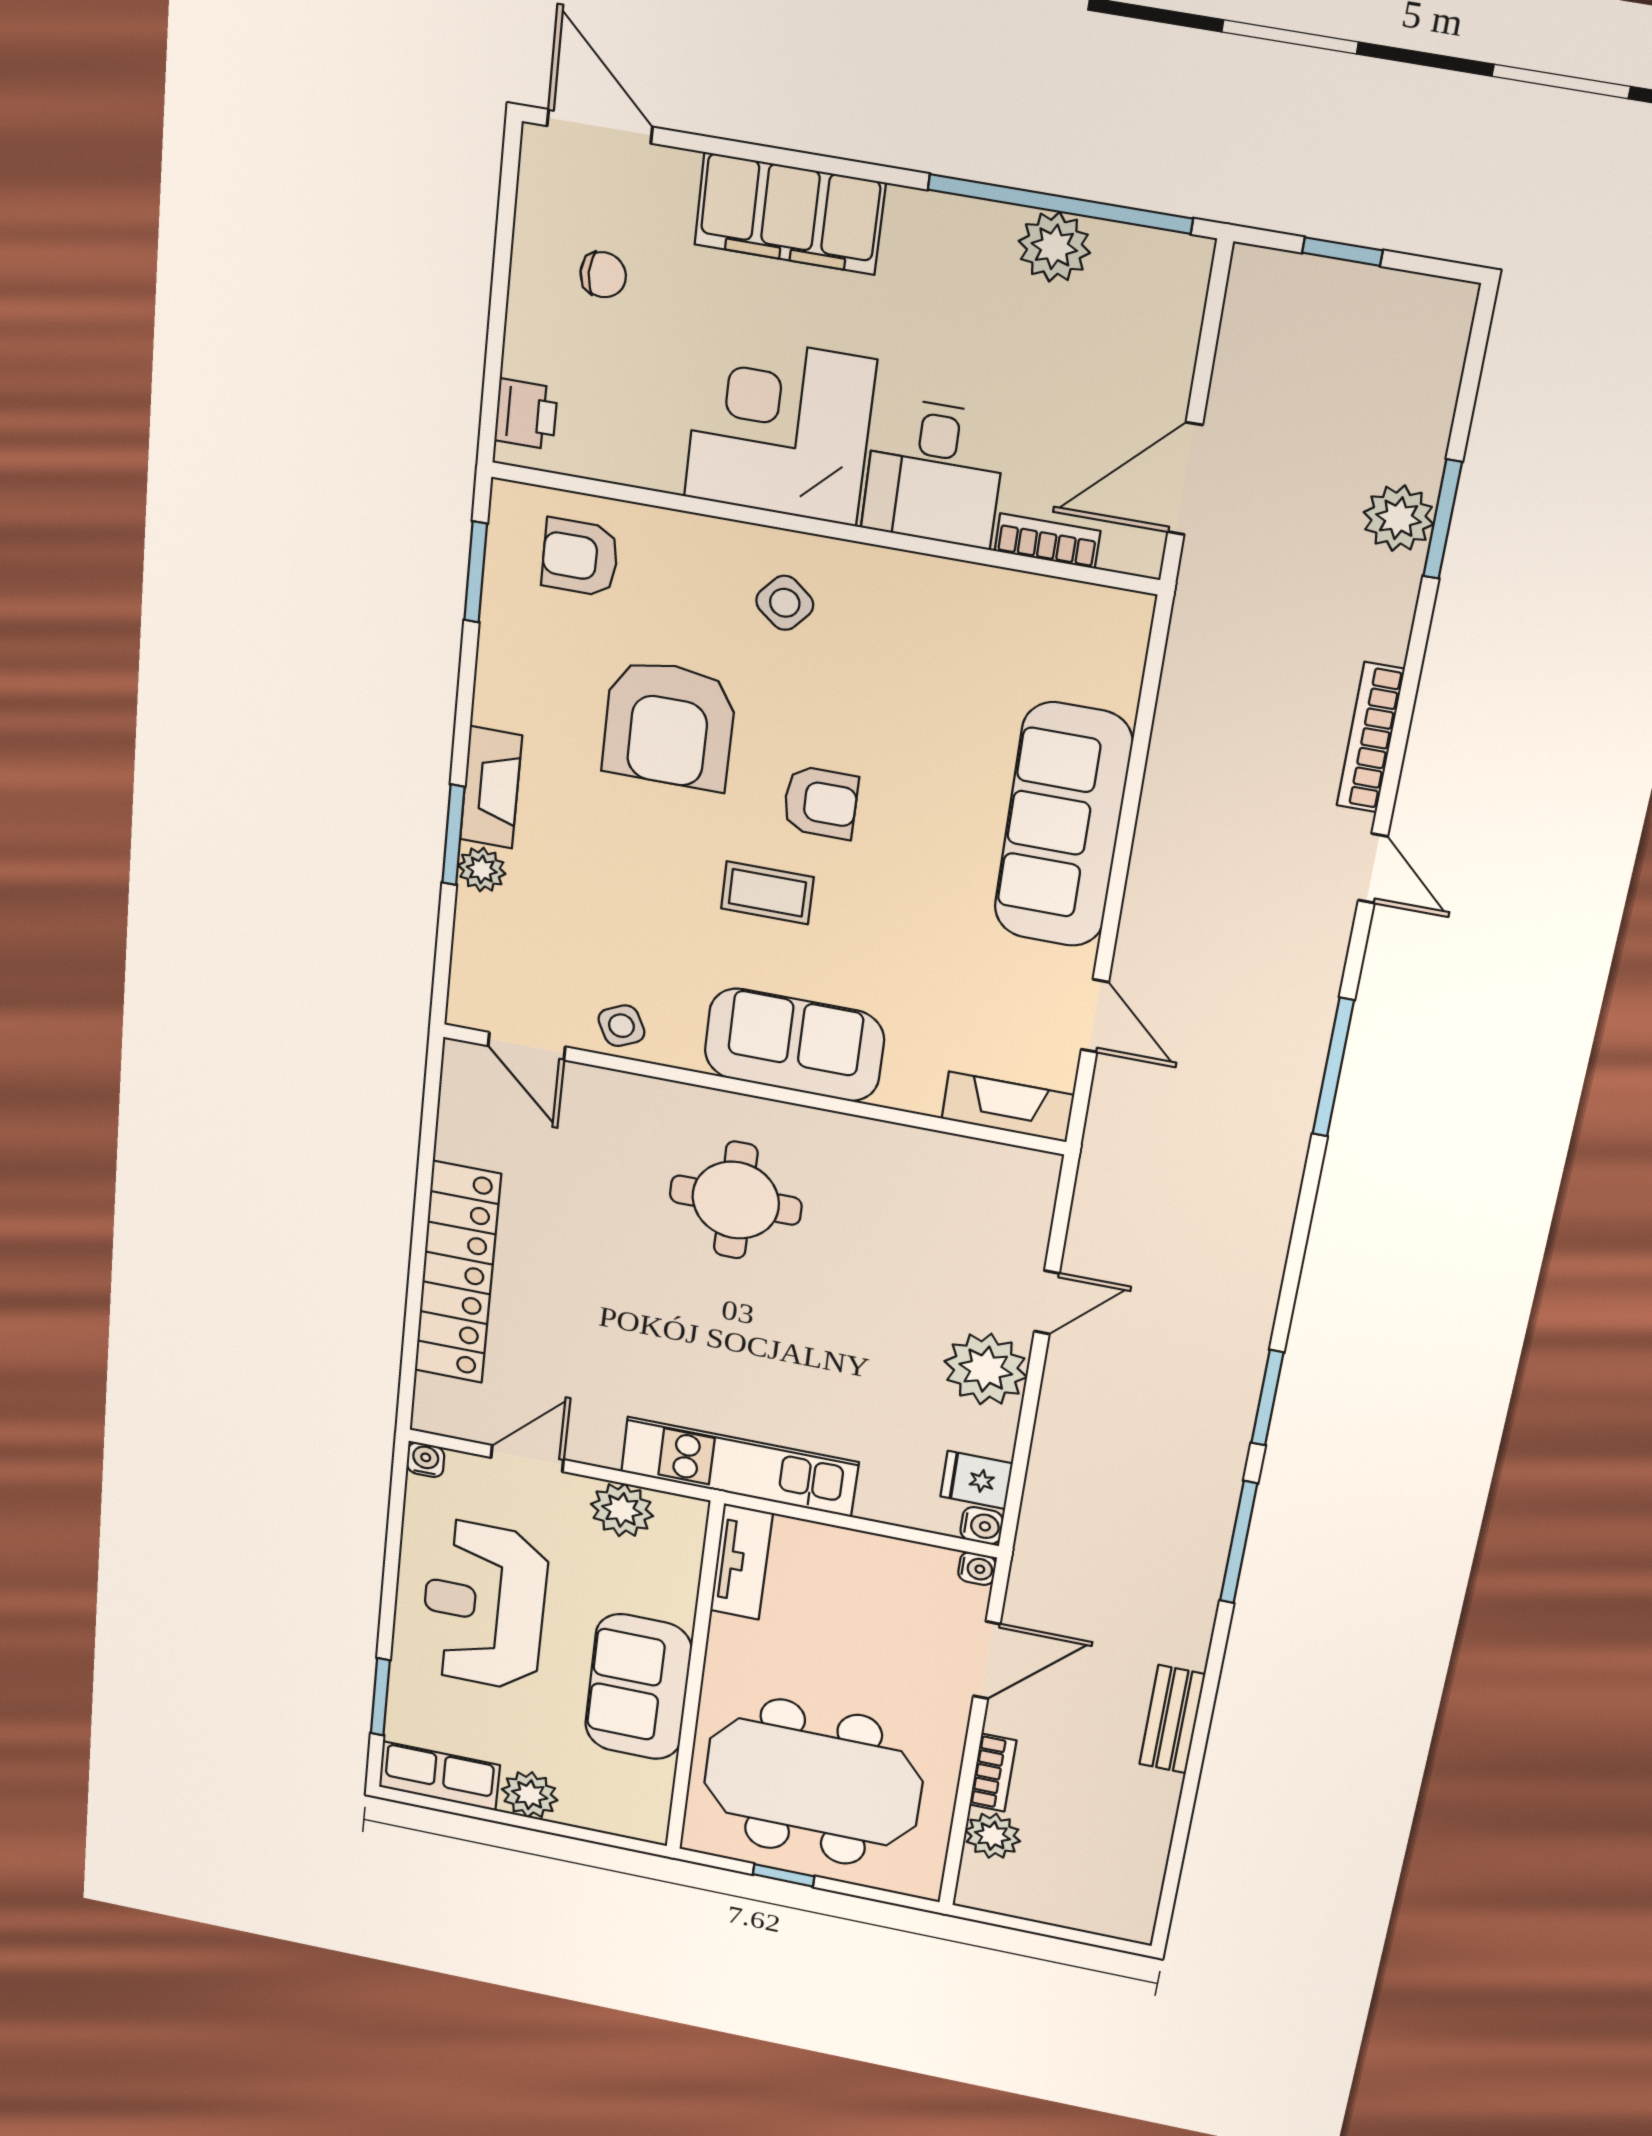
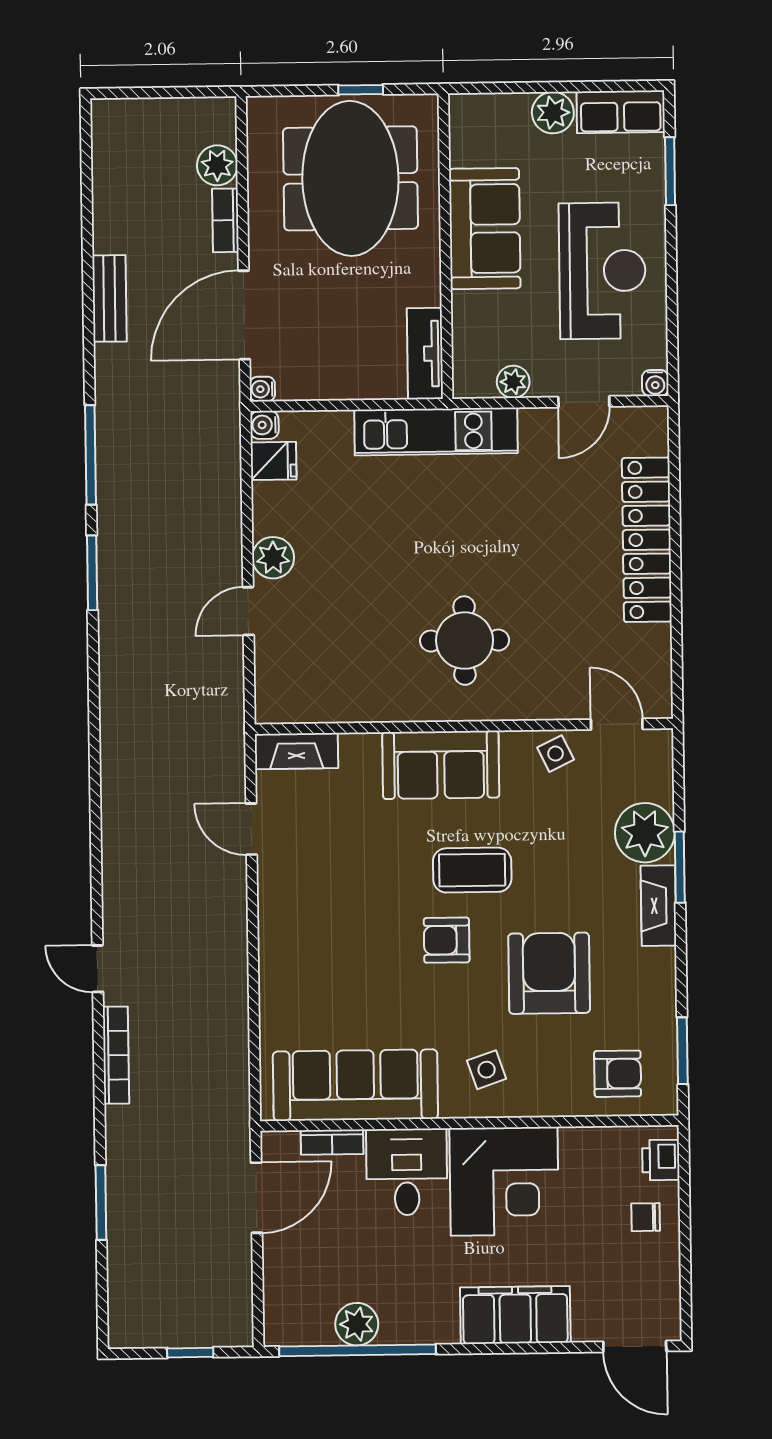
chair: (603, 275) -> (646, 1217), moved
plant: (1398, 518) -> (127, 1198), removed
side table: (785, 603) -> (487, 1070), turned 31
sofa: (1063, 825) -> (355, 1085), moved, turned -90
plant: (482, 870) -> (645, 833), width x1.88, depth x1.88
coffee table: (767, 893) -> (472, 870), width x1.36, depth x1.30
window: (1333, 1067) -> (96, 826), removed
plant: (986, 1369) -> (273, 558), width x0.73, depth x0.73
plant: (622, 1510) -> (513, 382), width x0.73, depth x0.73
door: (987, 1660) -> (244, 315), width x1.36
meeting table: (813, 1782) -> (350, 178), turned 90

